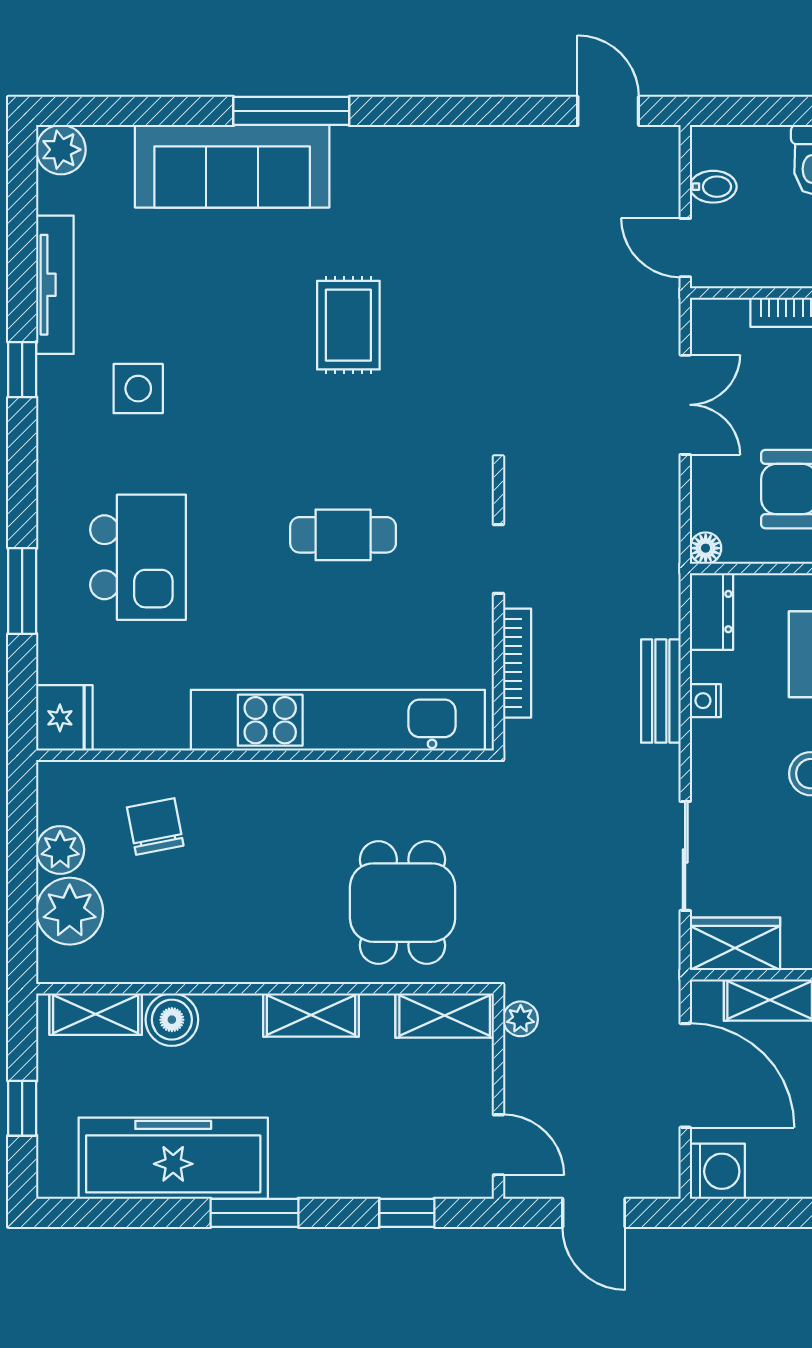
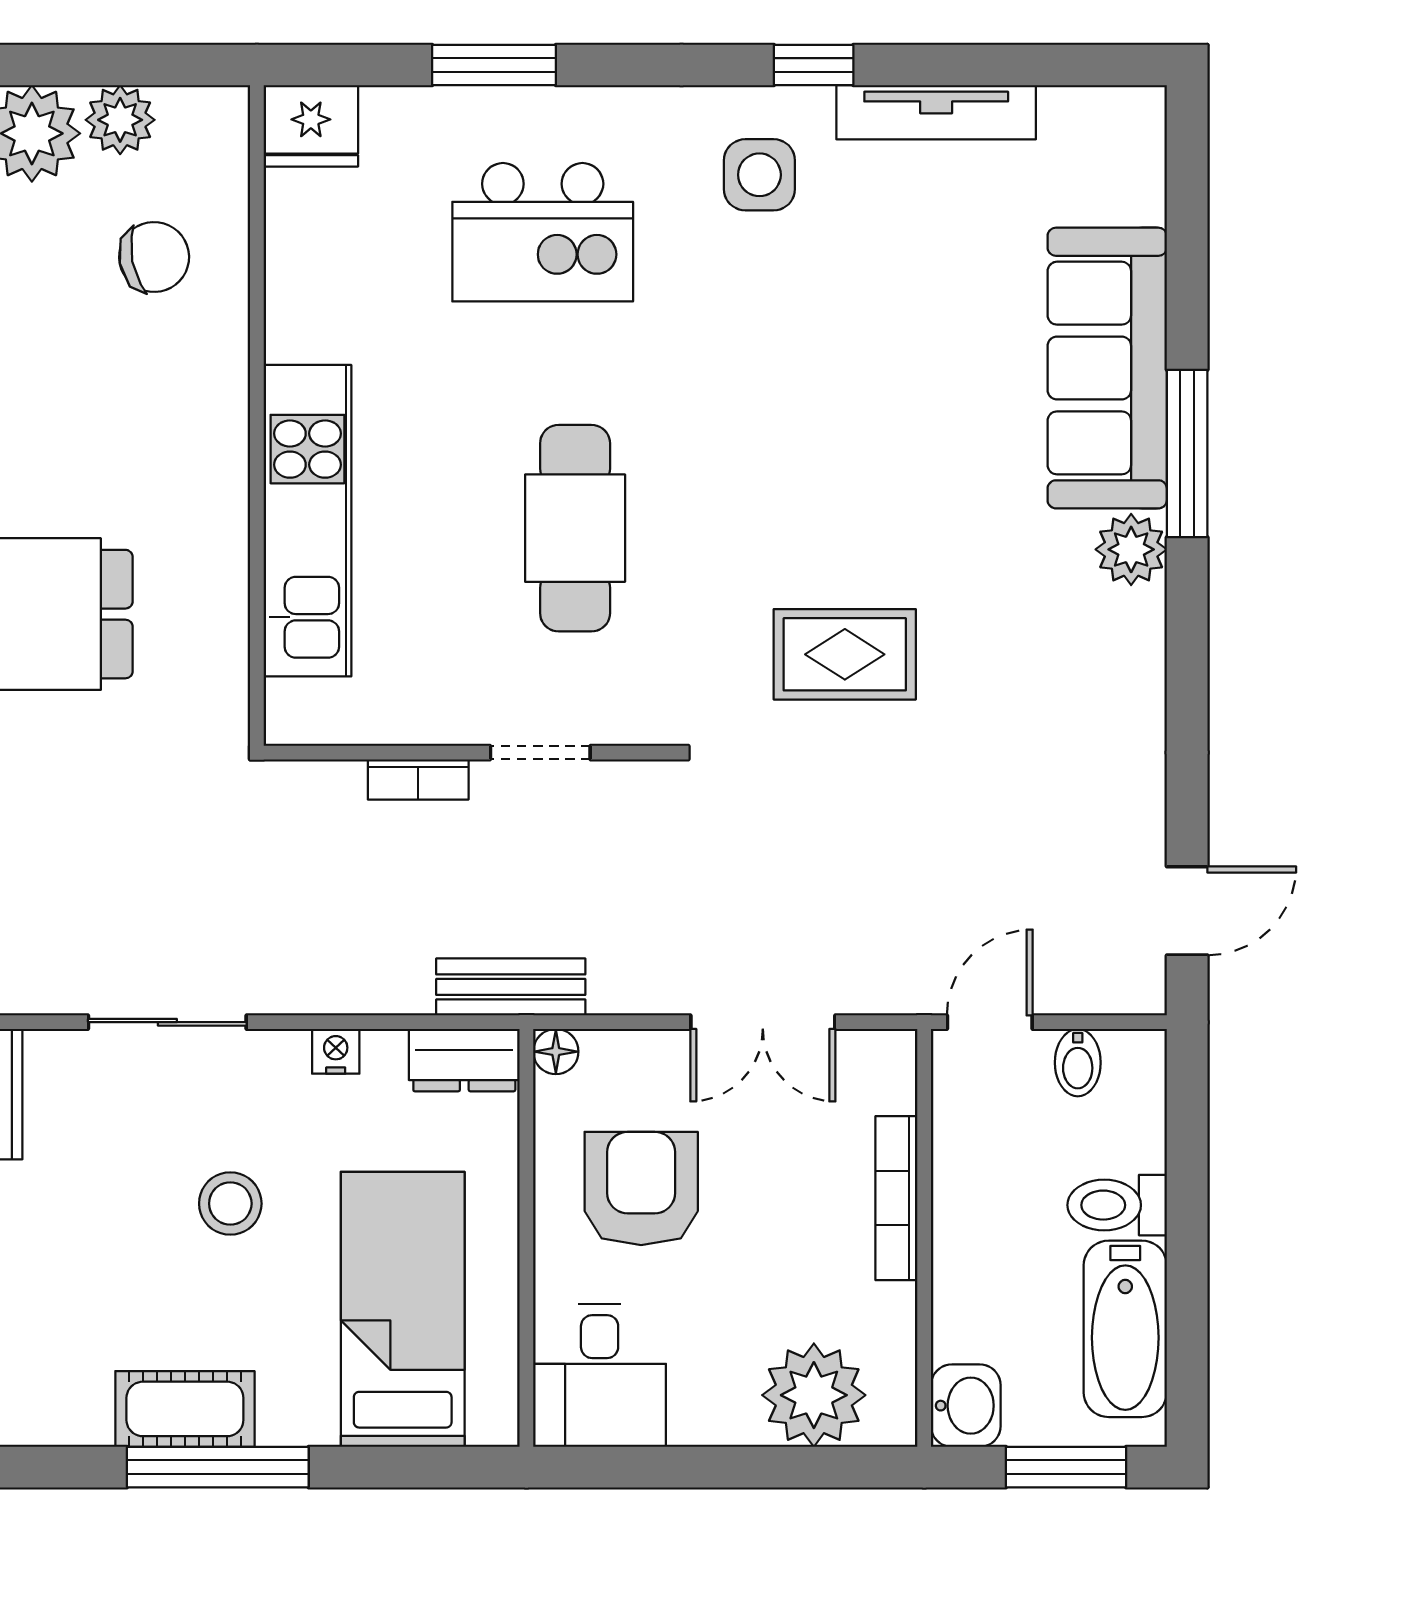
plant: (61, 150) -> (1131, 549), moved
rug: (348, 325) -> (845, 654), moved
side table: (138, 389) -> (759, 175), moved
cafe table: (343, 535) -> (575, 528), width x1.37, depth x1.35
bookcase: (517, 663) -> (418, 779), width x0.64
bench: (661, 691) -> (511, 987), moved
kitchen unit: (338, 720) -> (307, 521), width x0.73
sliding door: (685, 856) -> (167, 1022), moved

